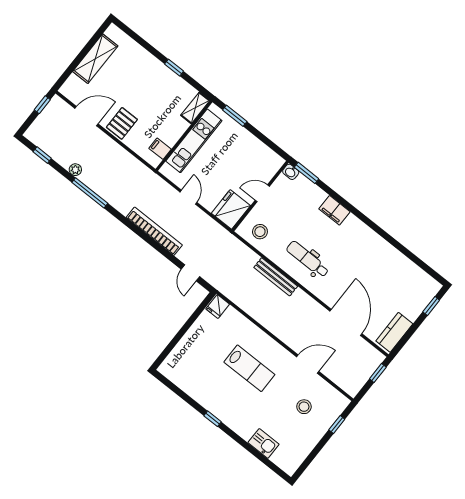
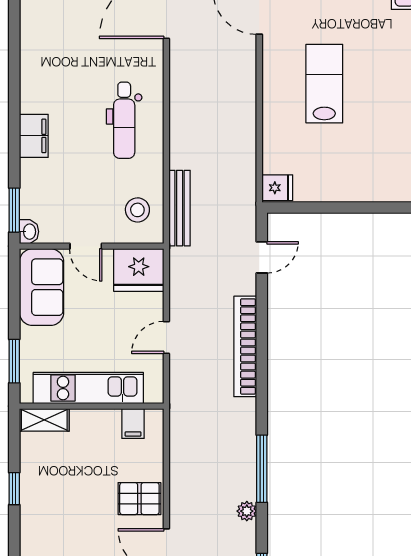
sofa: (260, 157) -> (42, 287), added
bench: (276, 277) -> (180, 208), moved

